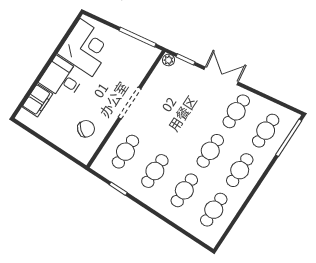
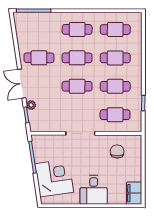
corner desk: (86, 48) -> (54, 178), moved, turned 82
plant: (169, 60) -> (31, 105), moved
filing cabinet: (37, 100) -> (134, 193), moved, turned -90
chair: (86, 129) -> (117, 151), turned 51
cafe table: (266, 131) -> (77, 86), moved

